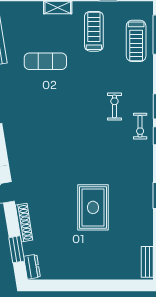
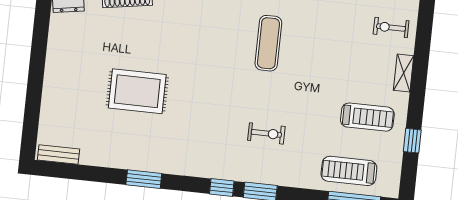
exercise mat: (45, 61) -> (268, 43), moved
exercise bike: (140, 126) -> (391, 27), moved

